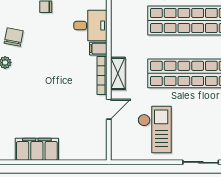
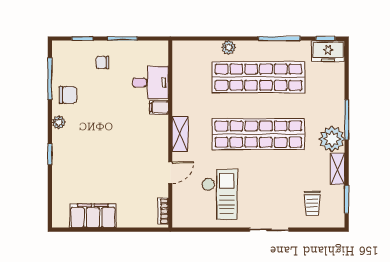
chair: (14, 37) -> (68, 95), turned 79
bookcase: (102, 76) -> (163, 211), moved, width x0.64

